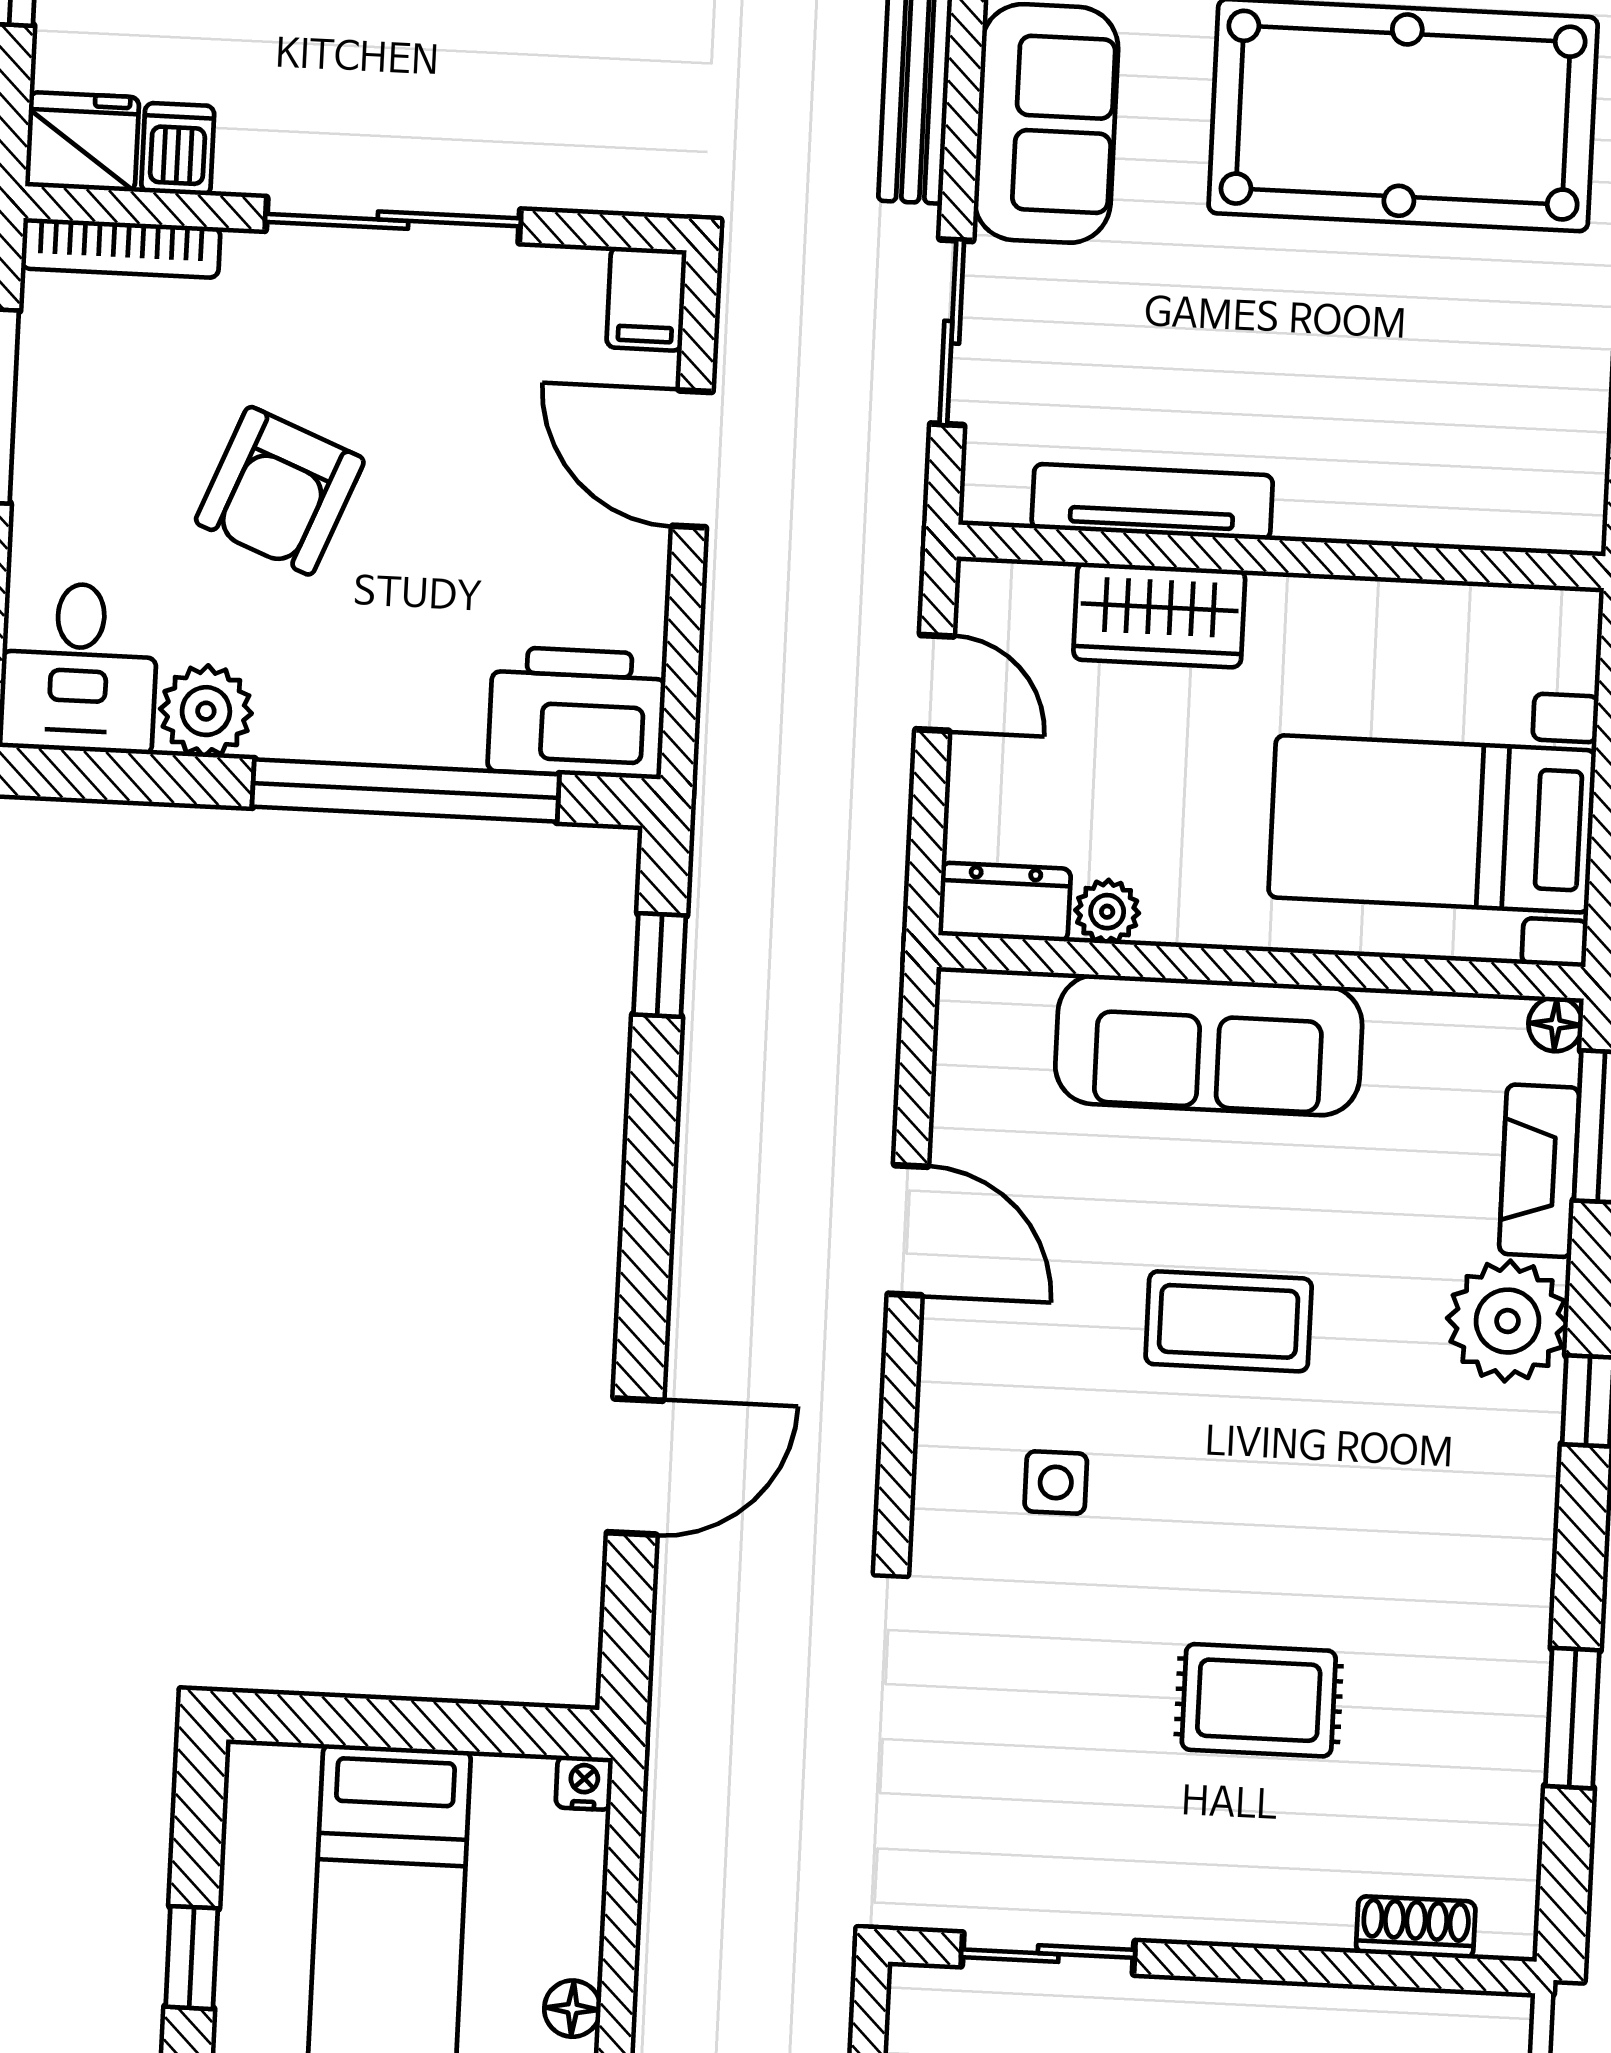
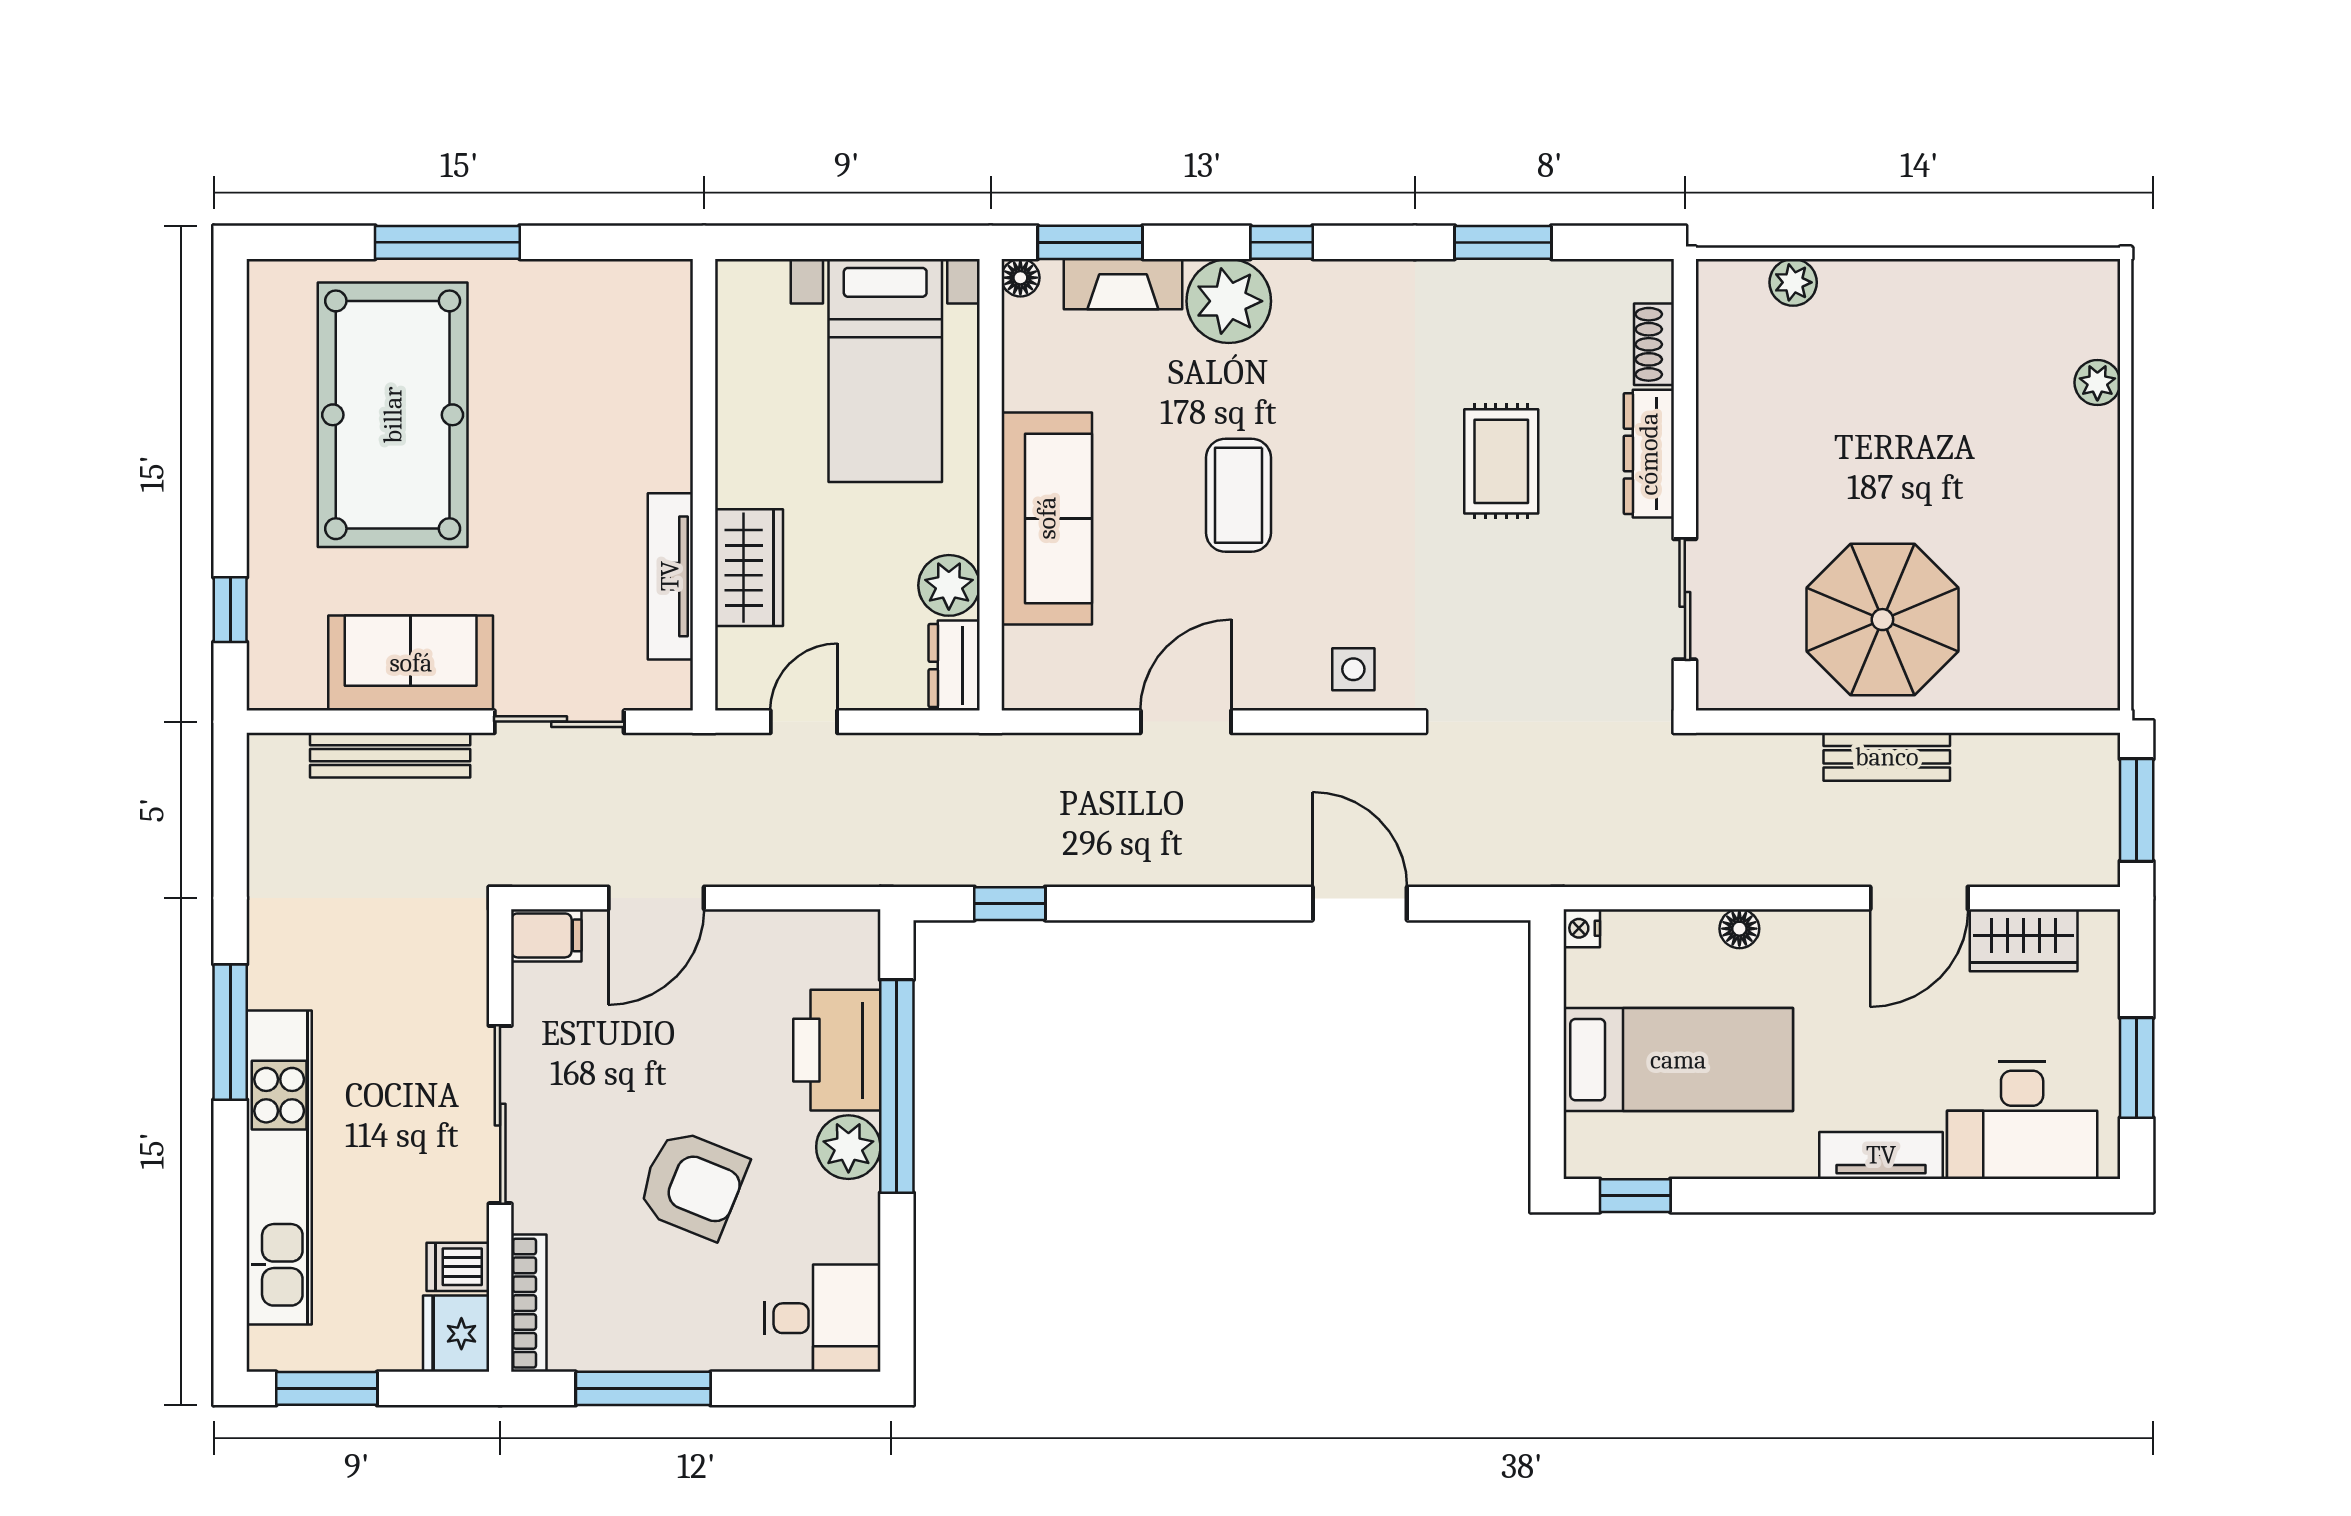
plant: (206, 711) -> (848, 1147), moved
printer: (577, 713) -> (837, 1050), moved
plant: (1107, 912) -> (949, 585), width x1.38, depth x1.38
side table: (1056, 1482) -> (1353, 669), moved
dresser: (1259, 1912) -> (1649, 454), added
window: (192, 1958) -> (1635, 1196), moved

